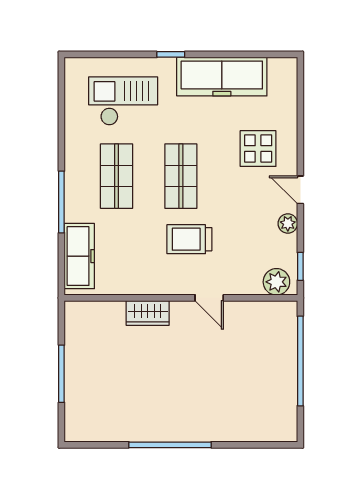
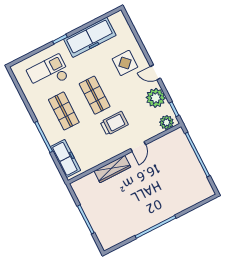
plant: (288, 224) -> (156, 98), width x1.88, depth x1.88
trolley: (189, 239) -> (114, 123), turned 180
door: (209, 298) -> (138, 147), hinge flipped
wardrobe: (148, 313) -> (112, 169), width x1.50

